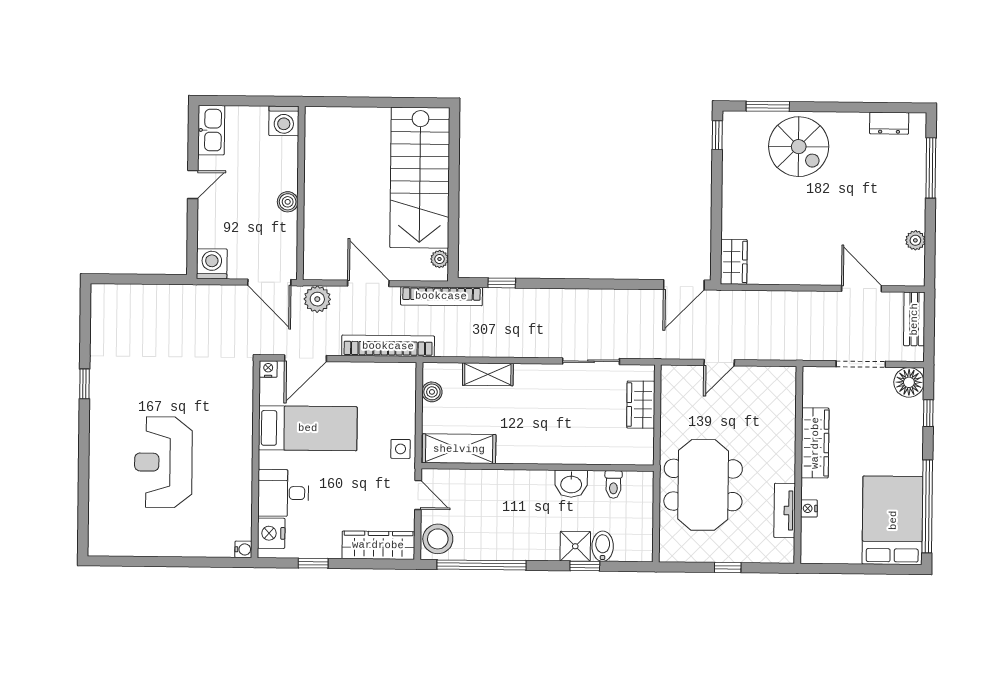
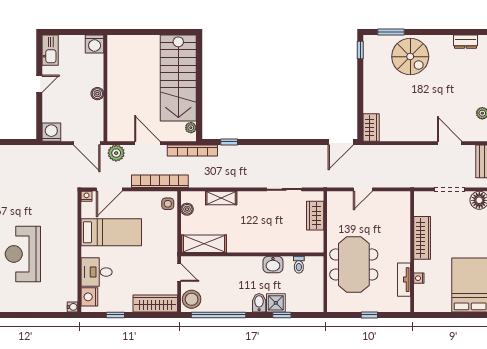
side table: (400, 449) -> (168, 204), moved
bidet: (603, 546) -> (259, 303), moved

